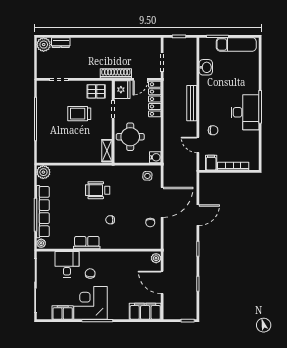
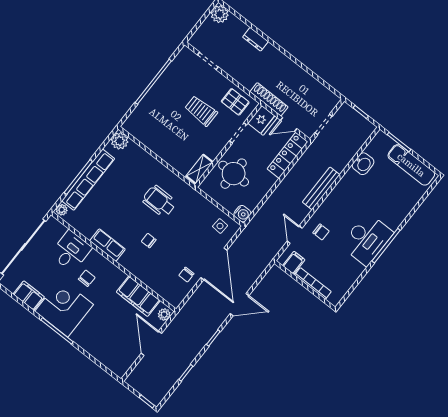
dresser: (61, 43) -> (255, 39), moved
door: (162, 202) -> (214, 264), hinge flipped
filing cabinet: (145, 311) -> (138, 296), moved, turned 180

